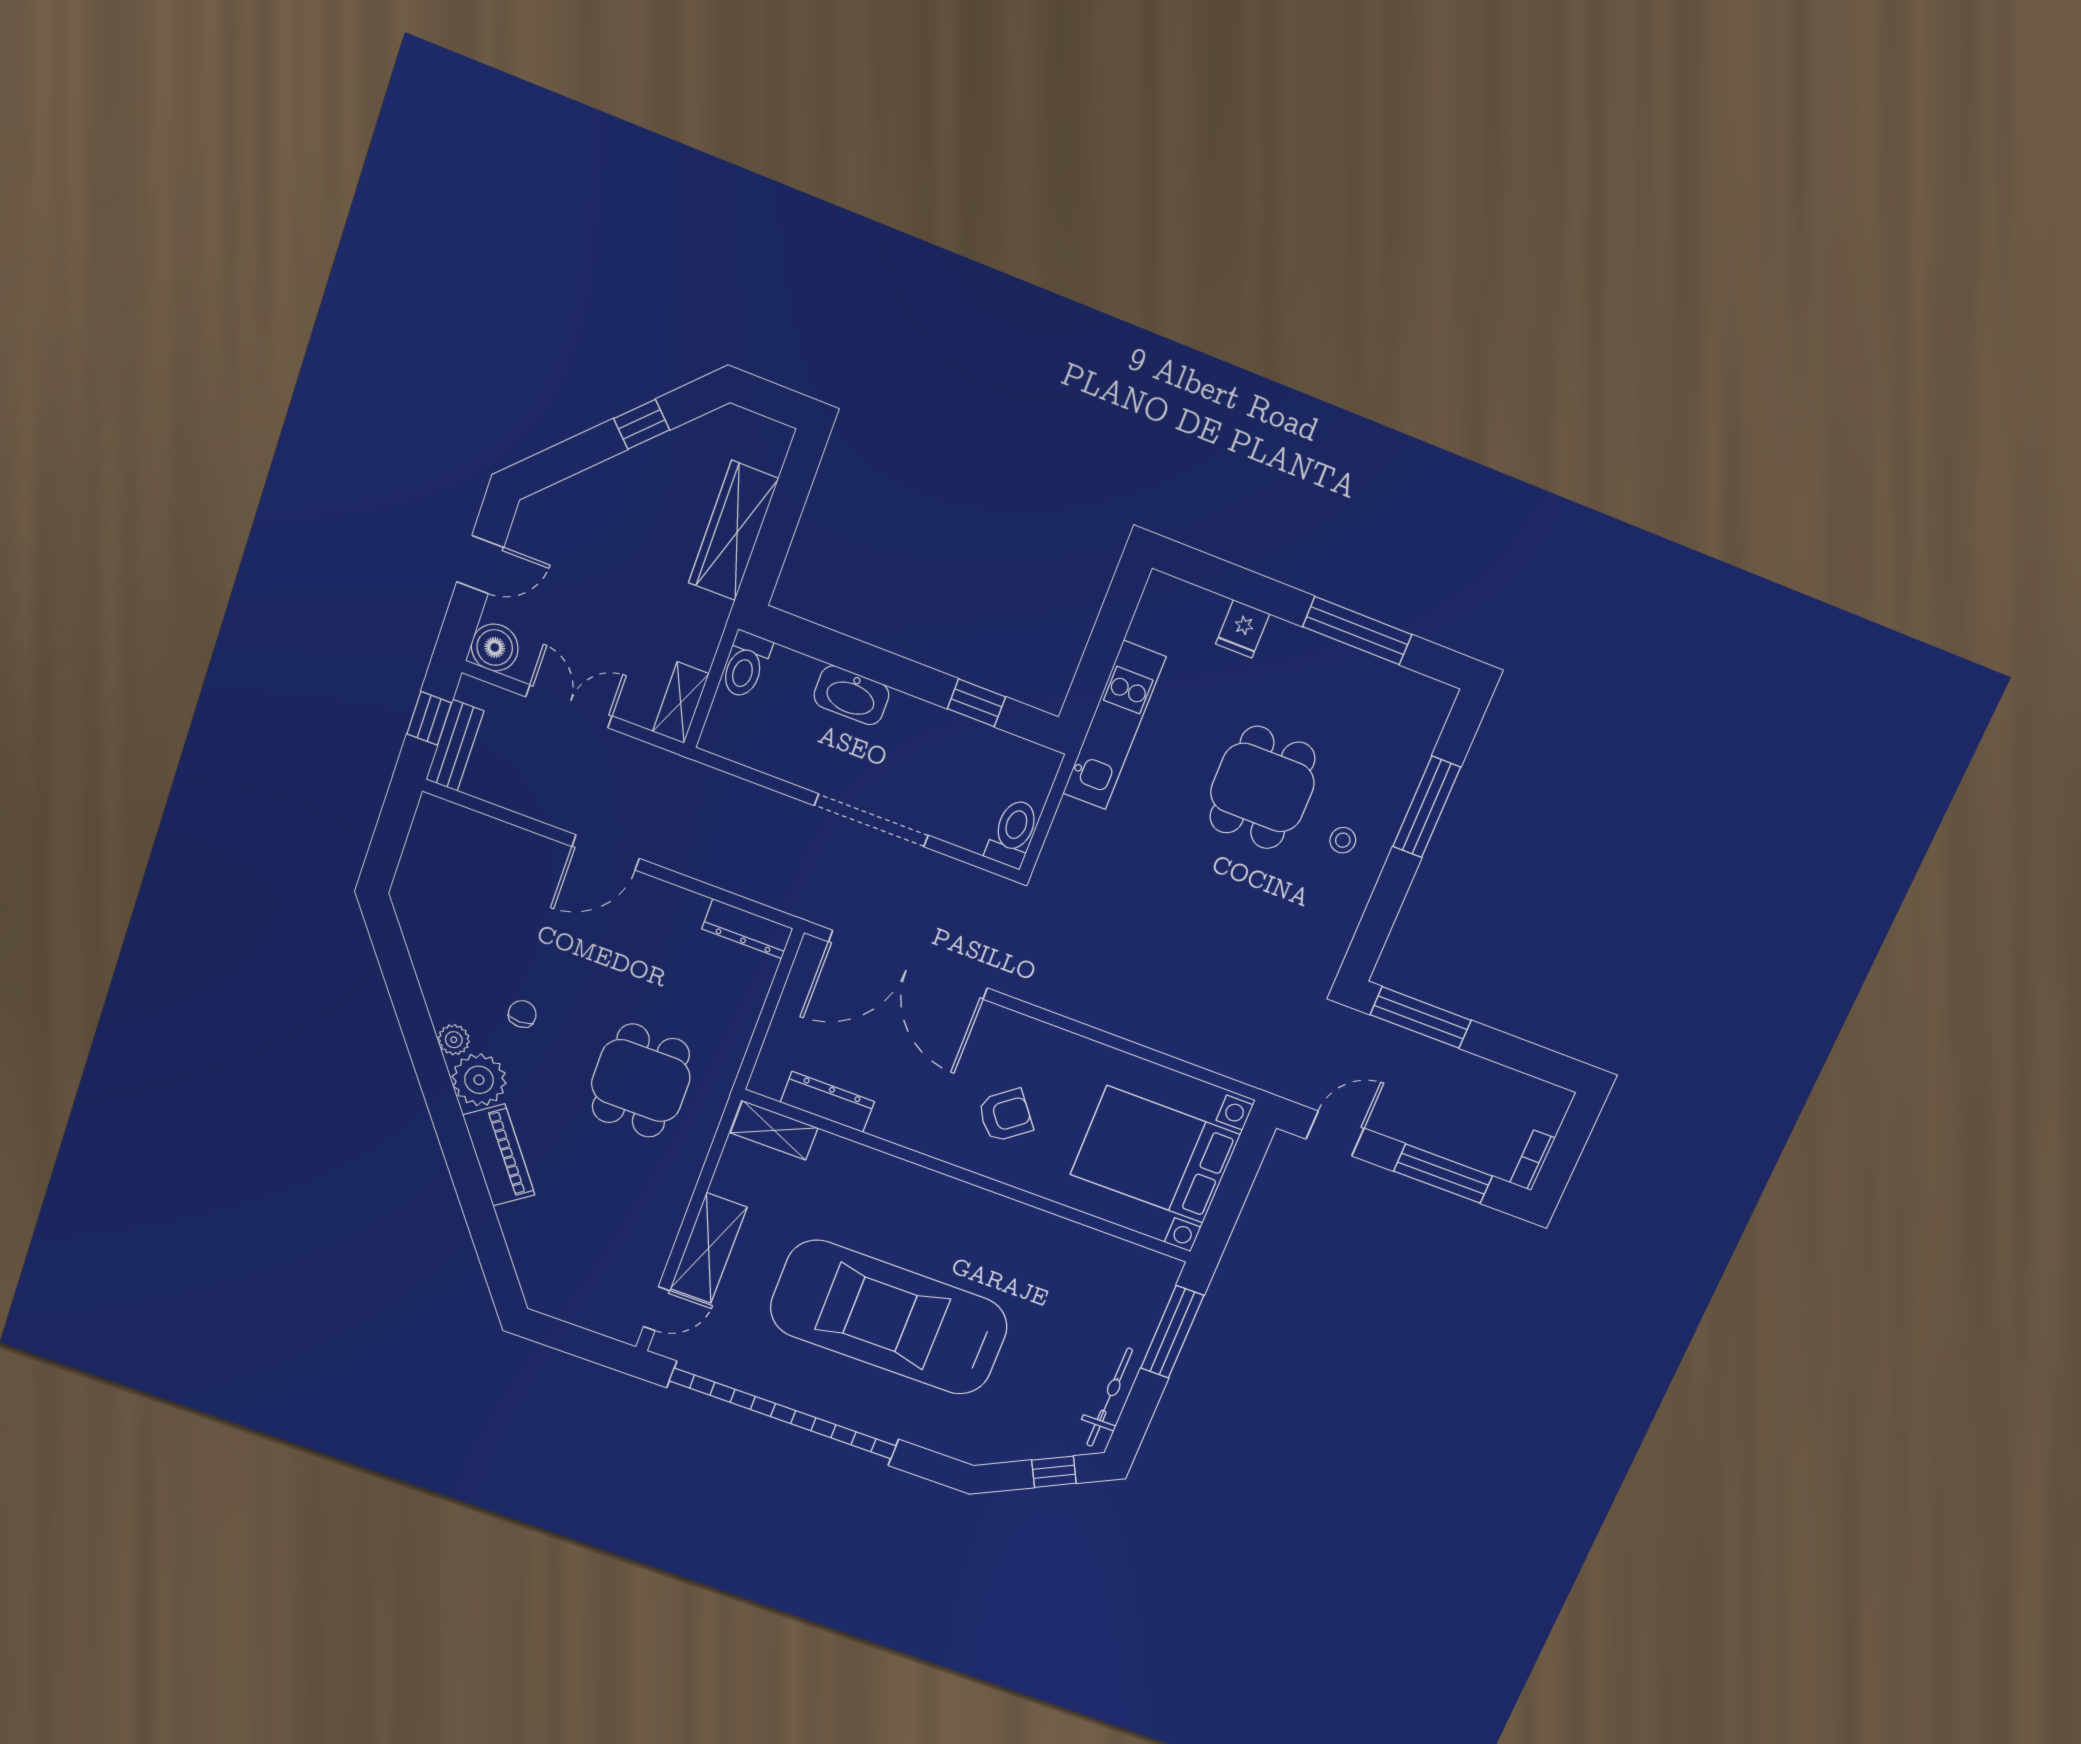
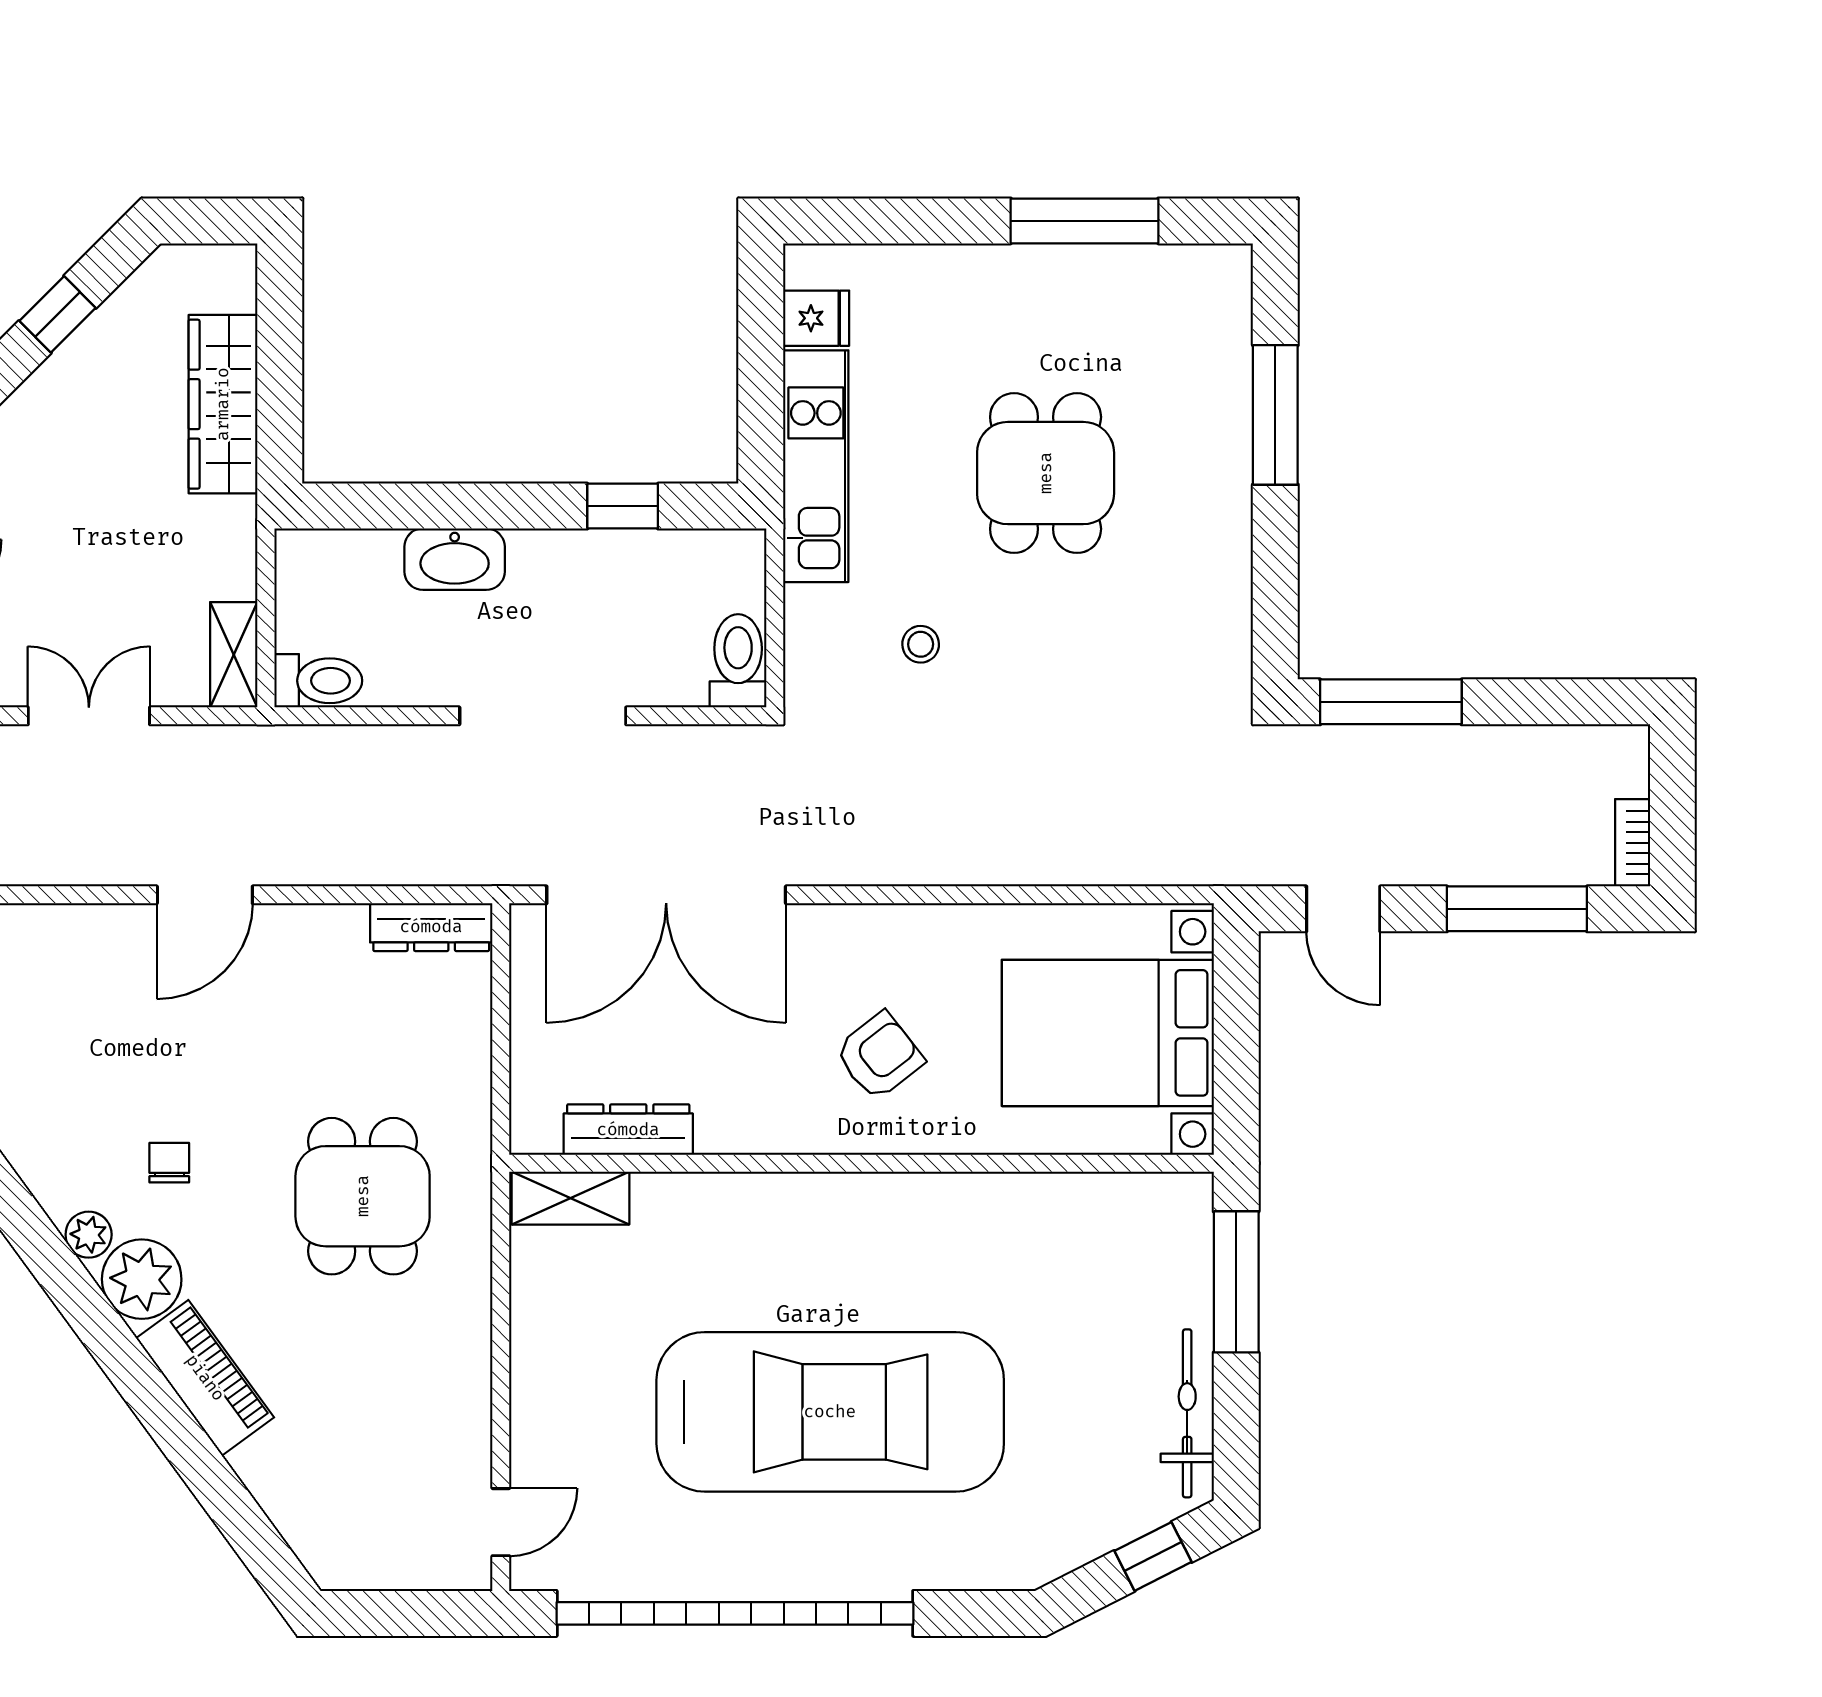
fridge: (1243, 629) -> (816, 318), moved, turned -90
toilet: (745, 665) -> (318, 681), moved, turned -90
stool: (1343, 840) -> (921, 644), moved
door: (1335, 1134) -> (1343, 909), swing flipped
shelving: (709, 1248) -> (541, 1404), removed
car: (889, 1317) -> (830, 1412), turned 180

